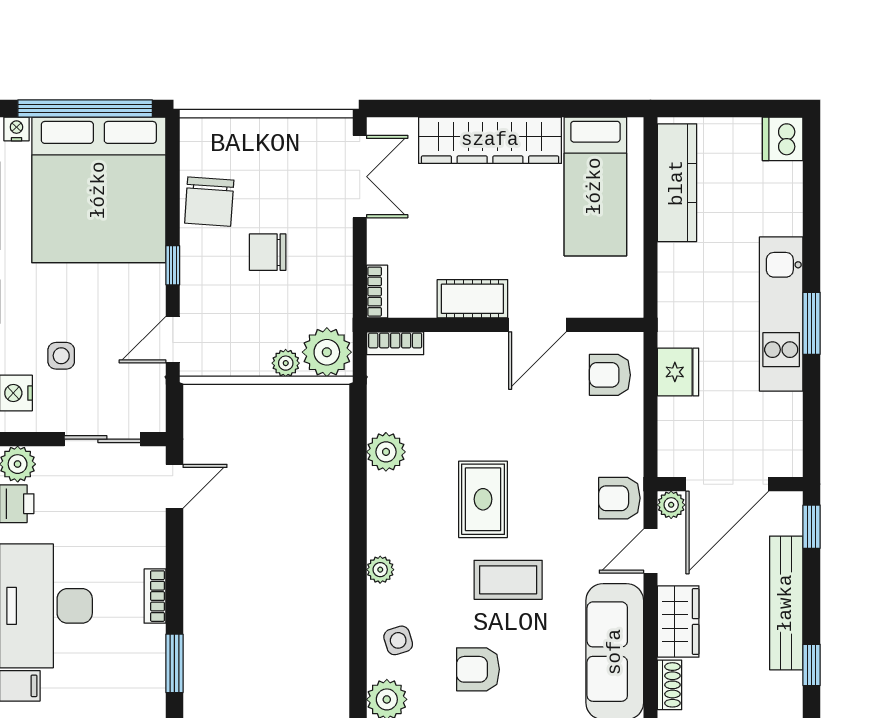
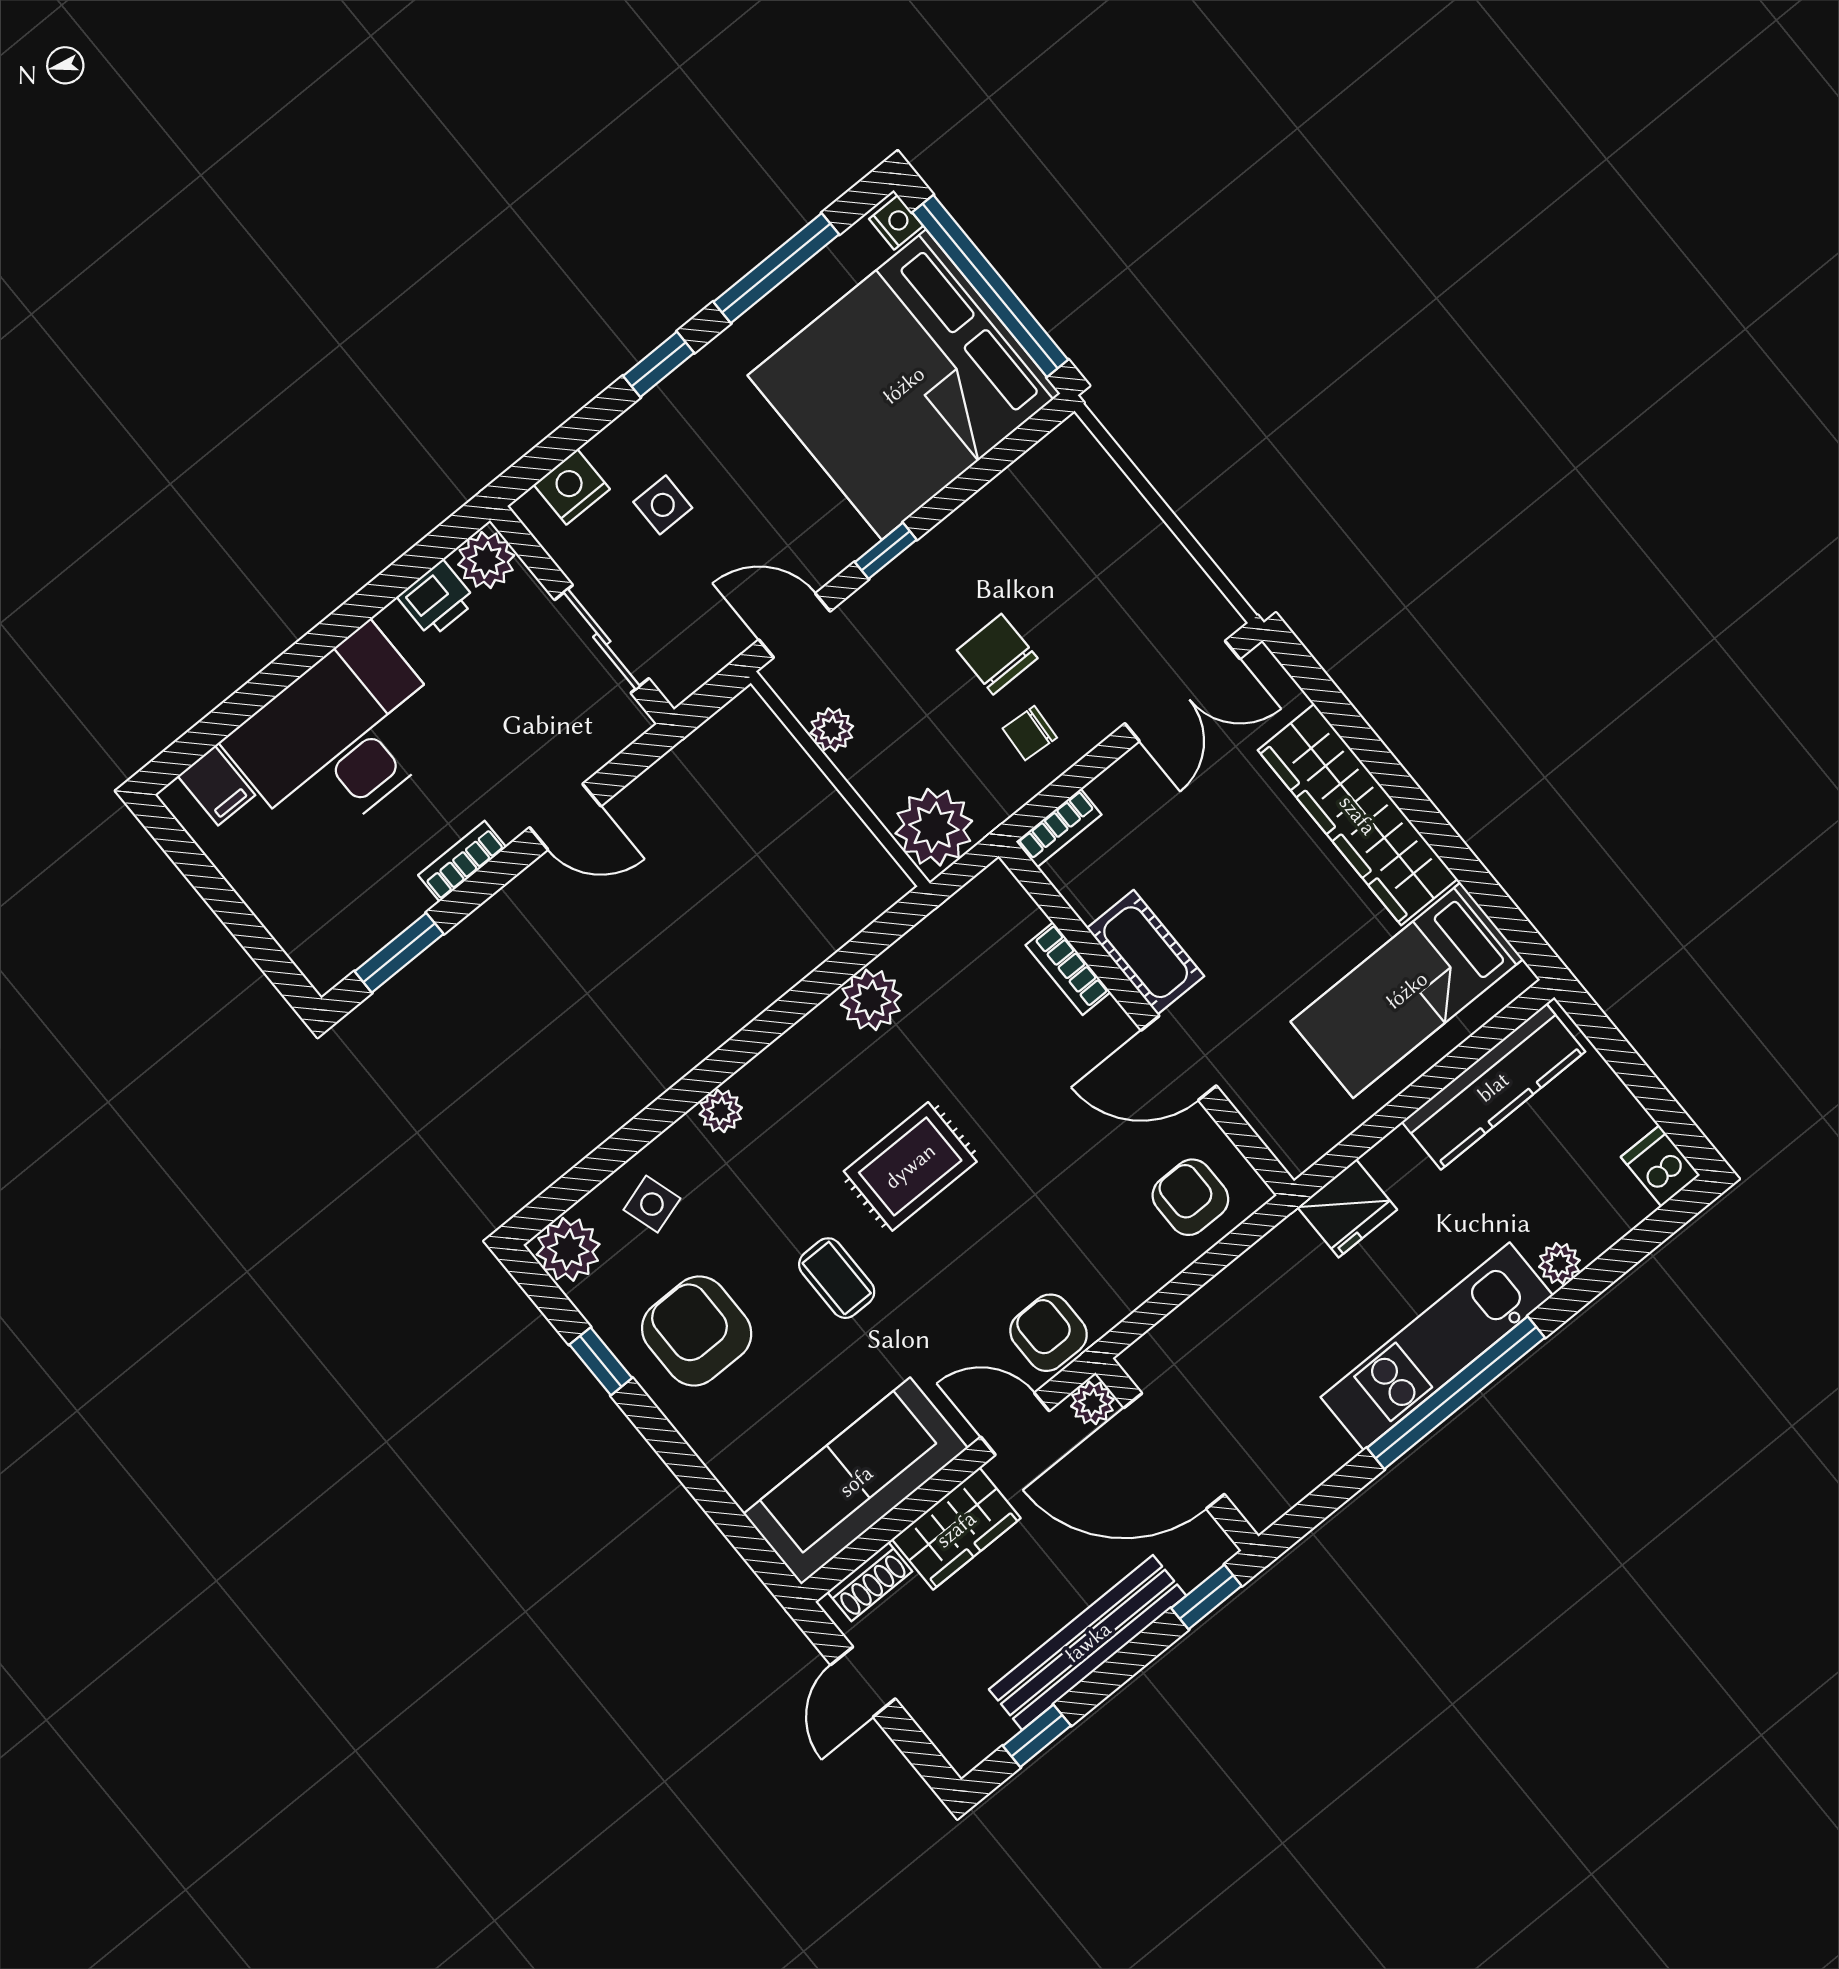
dishwasher: (783, 139) -> (1660, 1166), width x0.73
chair: (209, 202) -> (1030, 733), moved, width x0.54, depth x0.54
plant: (790, 221) -> (1559, 1264), added
window: (812, 323) -> (1456, 1393), width x2.11
bookcase: (395, 343) -> (1068, 969), moved
plant: (286, 363) -> (832, 730), moved
fridge: (678, 372) -> (1347, 1208), moved
door: (174, 486) -> (565, 817), moved
coffee table: (508, 580) -> (837, 1278), width x0.73, depth x0.77
armchair: (478, 669) -> (697, 1331), width x1.38, depth x1.38

